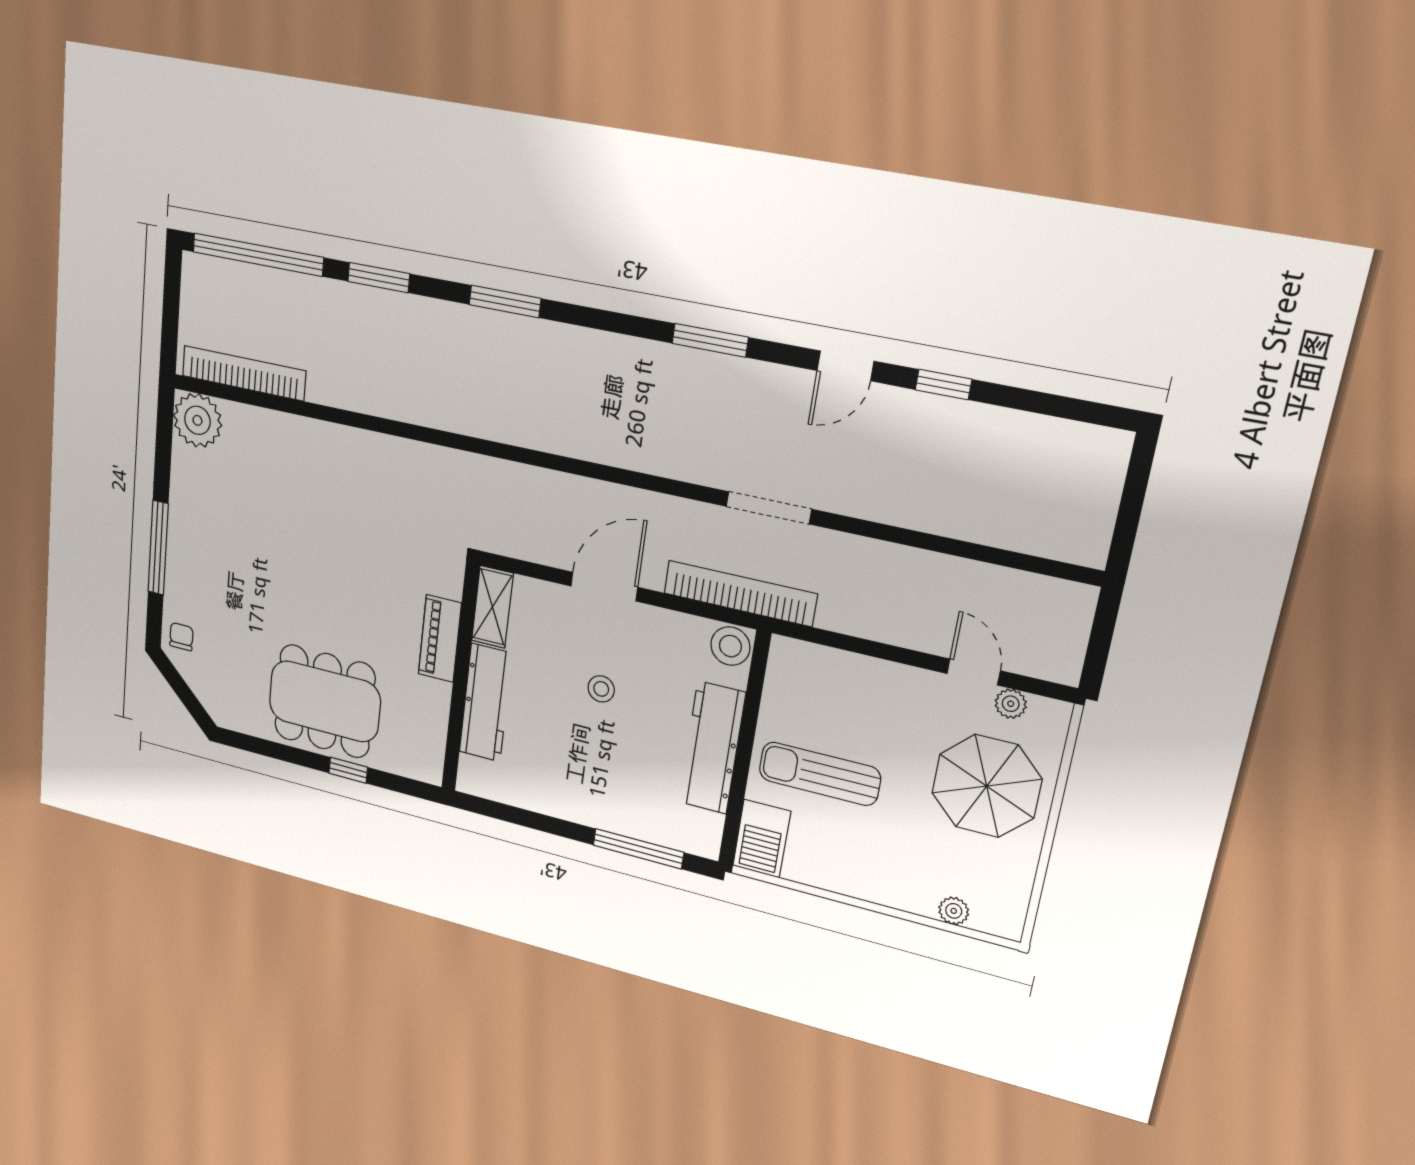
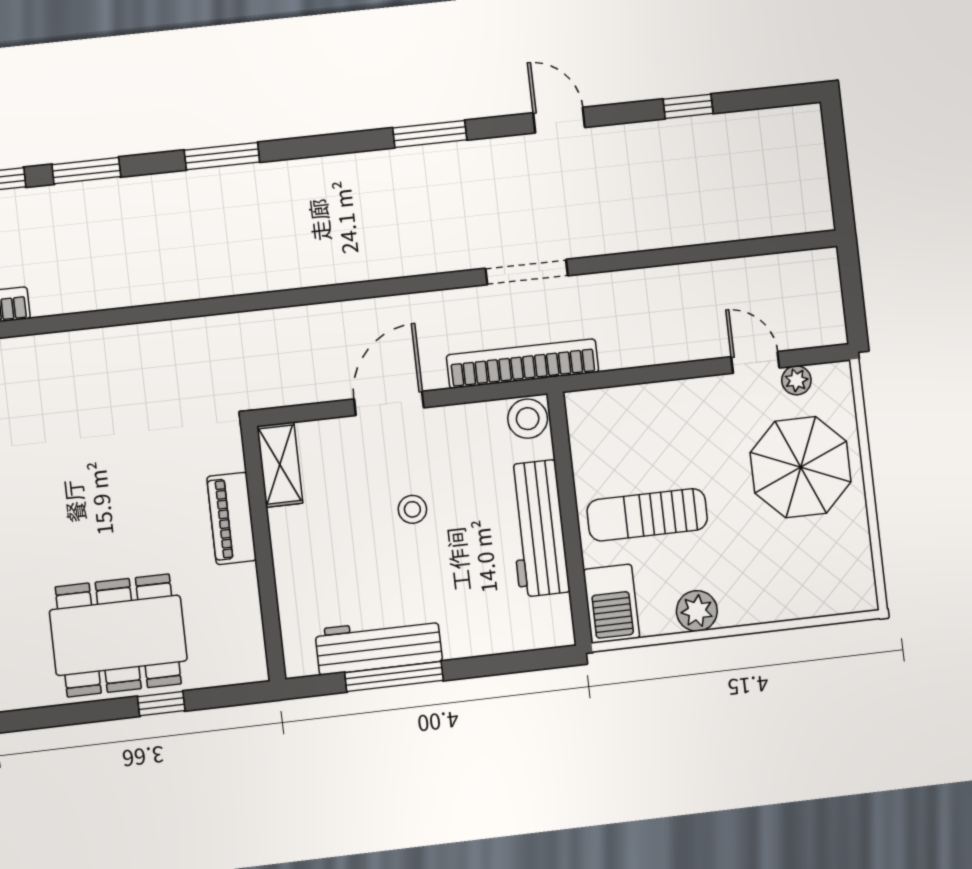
door: (845, 366) -> (559, 120), swing flipped
window: (944, 385) -> (688, 106), moved
workbench: (486, 703) -> (379, 645), moved, turned -90
window: (638, 849) -> (394, 677), moved
plant: (954, 911) -> (697, 611), moved, width x1.38, depth x1.38

